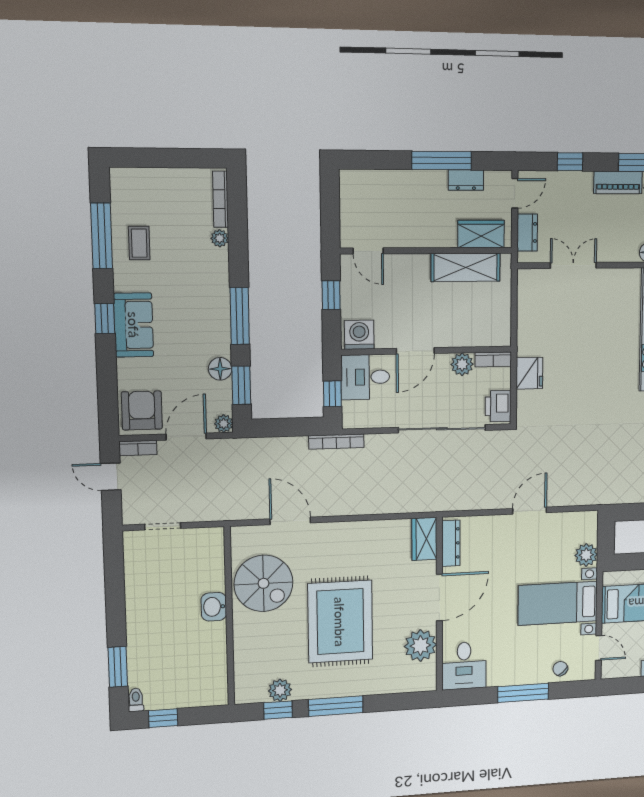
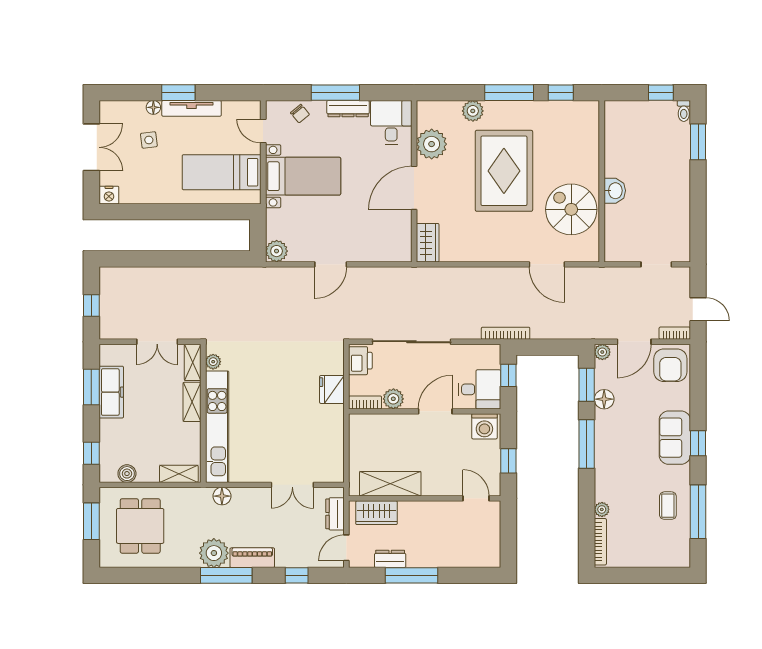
dresser: (451, 543) -> (348, 109), moved, turned -90
plant: (586, 555) -> (277, 251), moved
plant: (280, 690) -> (473, 111), moved

